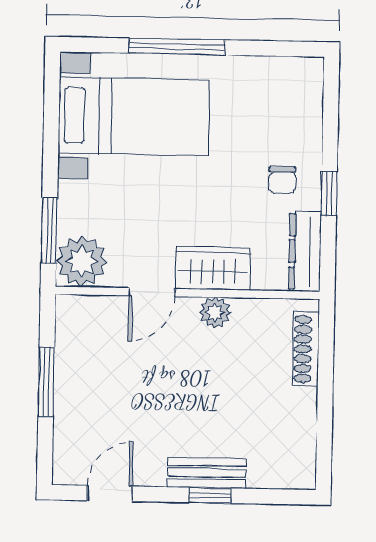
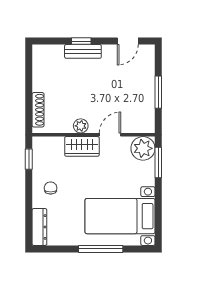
window: (329, 194) -> (29, 159), moved
dresser: (305, 251) -> (39, 227), moved

